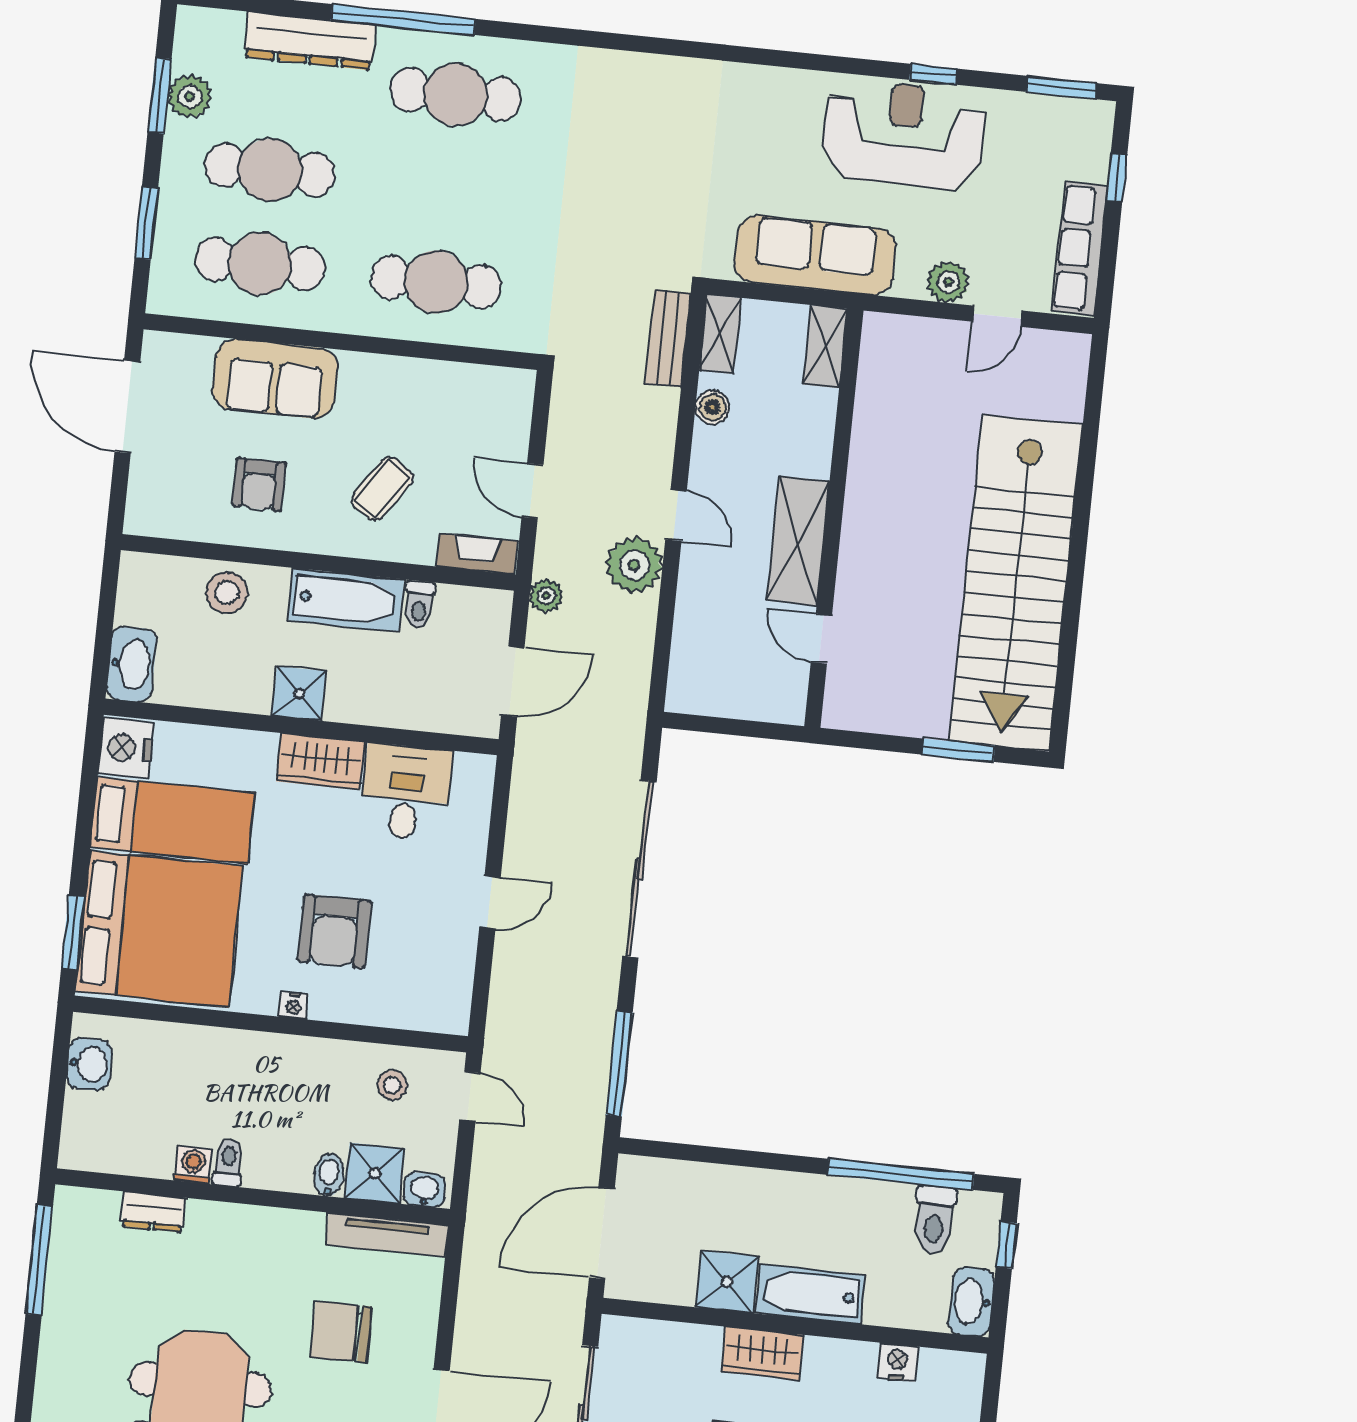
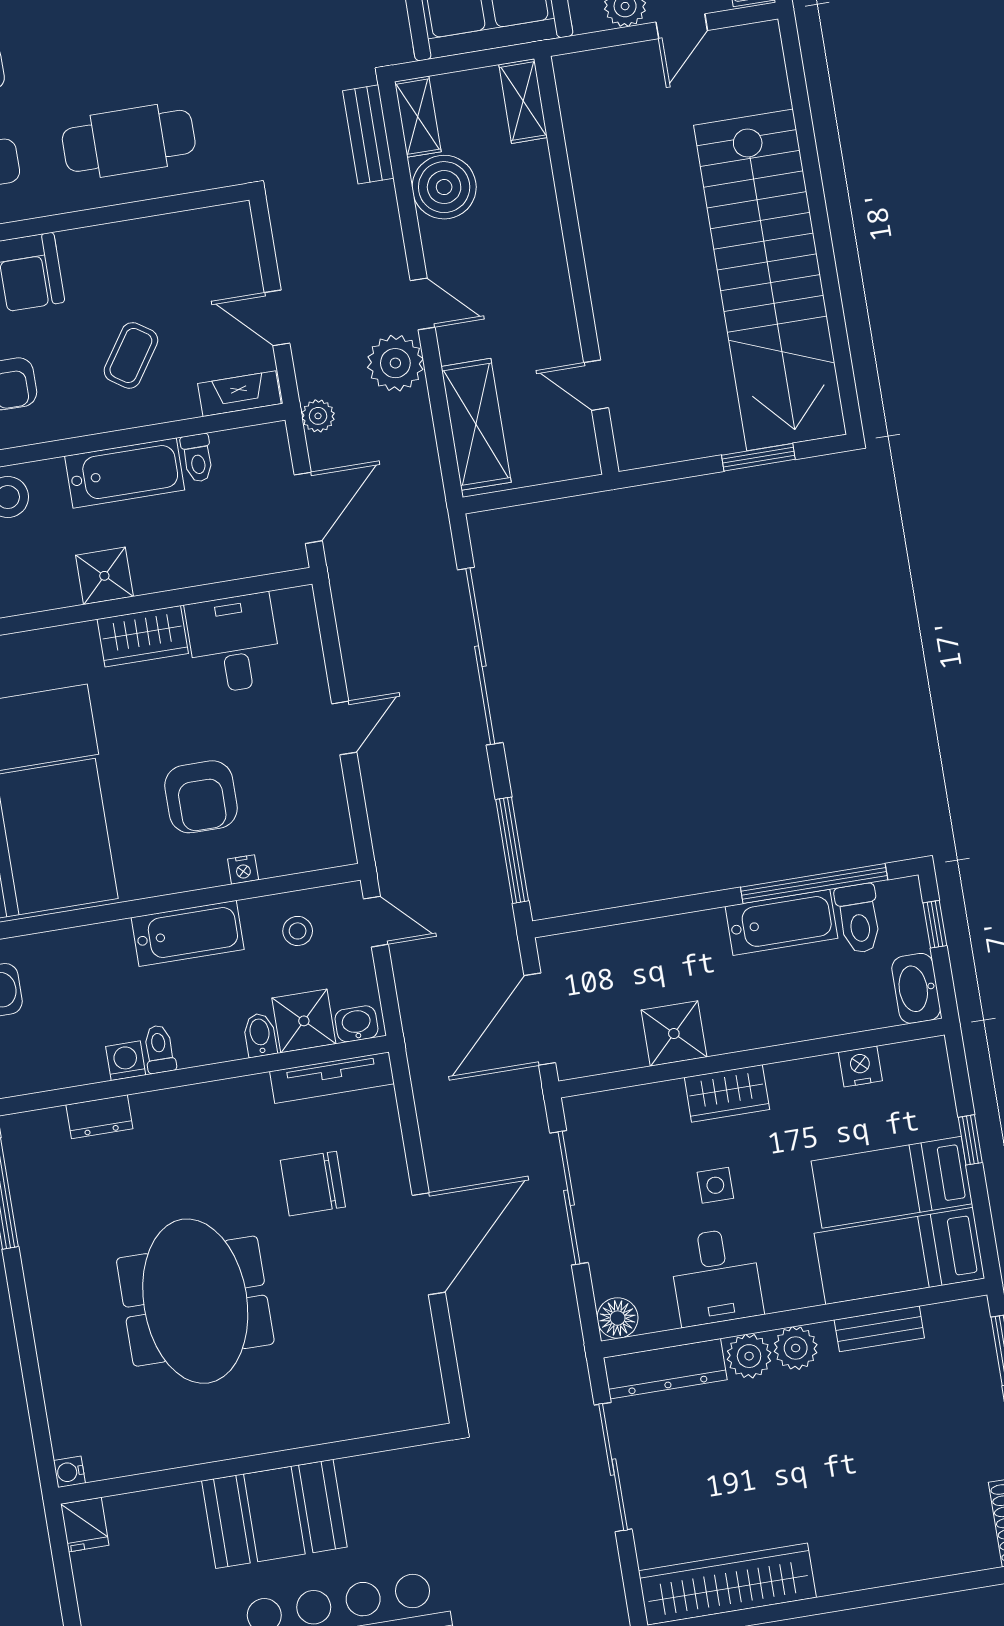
boiler: (712, 407) -> (444, 187), width x1.86, depth x1.86
shelving: (798, 541) -> (476, 424), moved
nightstand: (293, 1005) -> (243, 869), moved
bathtub: (286, 1059) -> (188, 933), added
bathtub: (811, 1294) -> (781, 922), moved, turned 180

